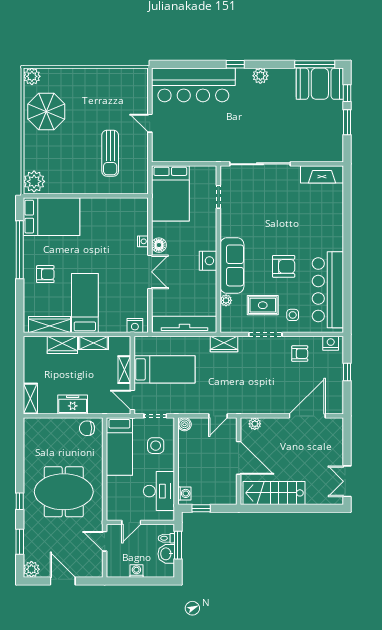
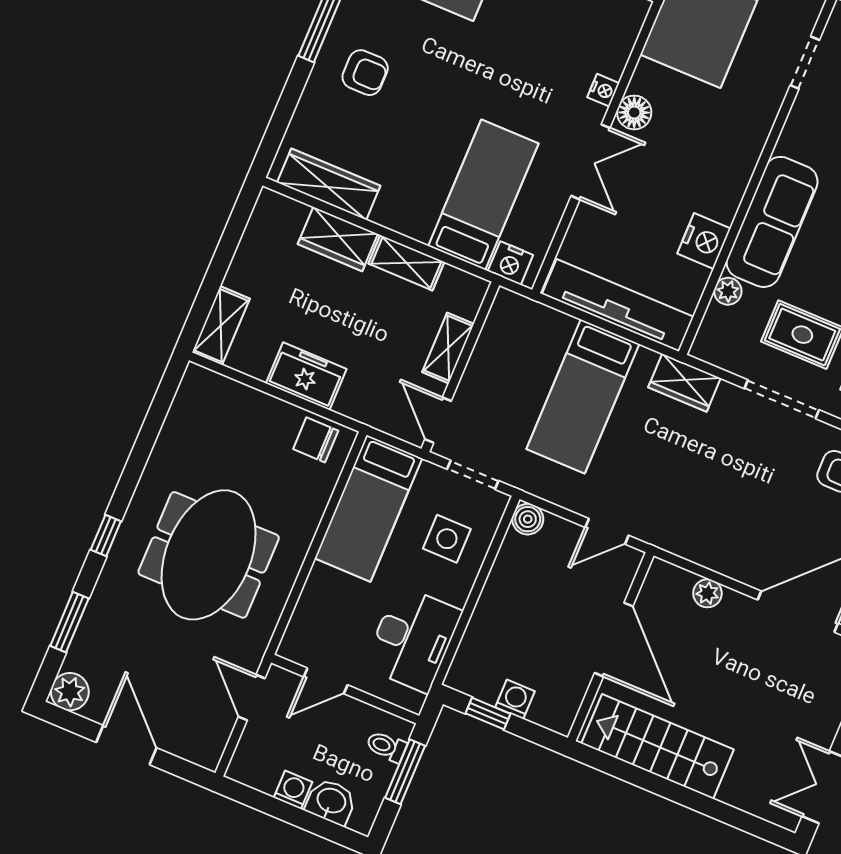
nightstand: (208, 261) -> (704, 241), moved
bed: (85, 303) -> (483, 195), moved
bed: (164, 369) -> (583, 396), moved, turned 90
plant: (255, 424) -> (707, 593), moved
meeting table: (64, 492) -> (209, 555), turned 90
washing machine: (184, 493) -> (515, 699), moved, turned -90
washbasin: (166, 554) -> (331, 802), moved, turned 90

